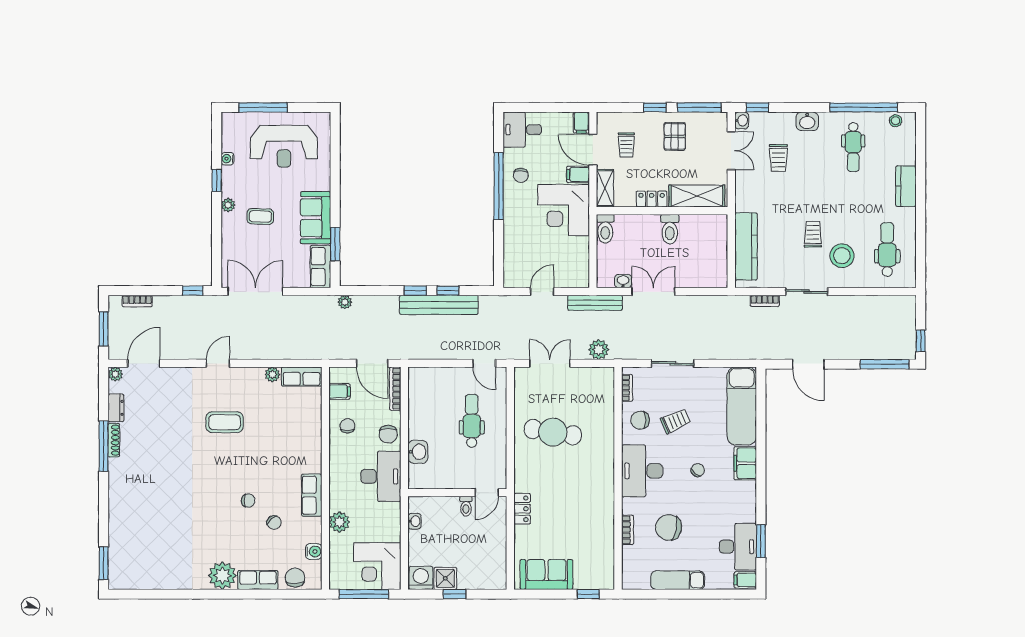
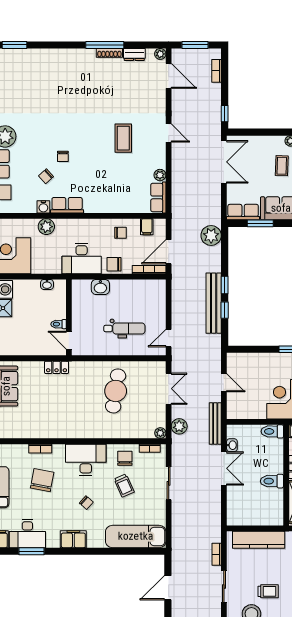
plant: (345, 302) -> (211, 236), width x1.87, depth x1.87
plant: (607, 374) -> (160, 433), added
filing cabinet: (745, 463) -> (73, 539), moved
water cooler: (314, 552) -> (43, 207), moved

